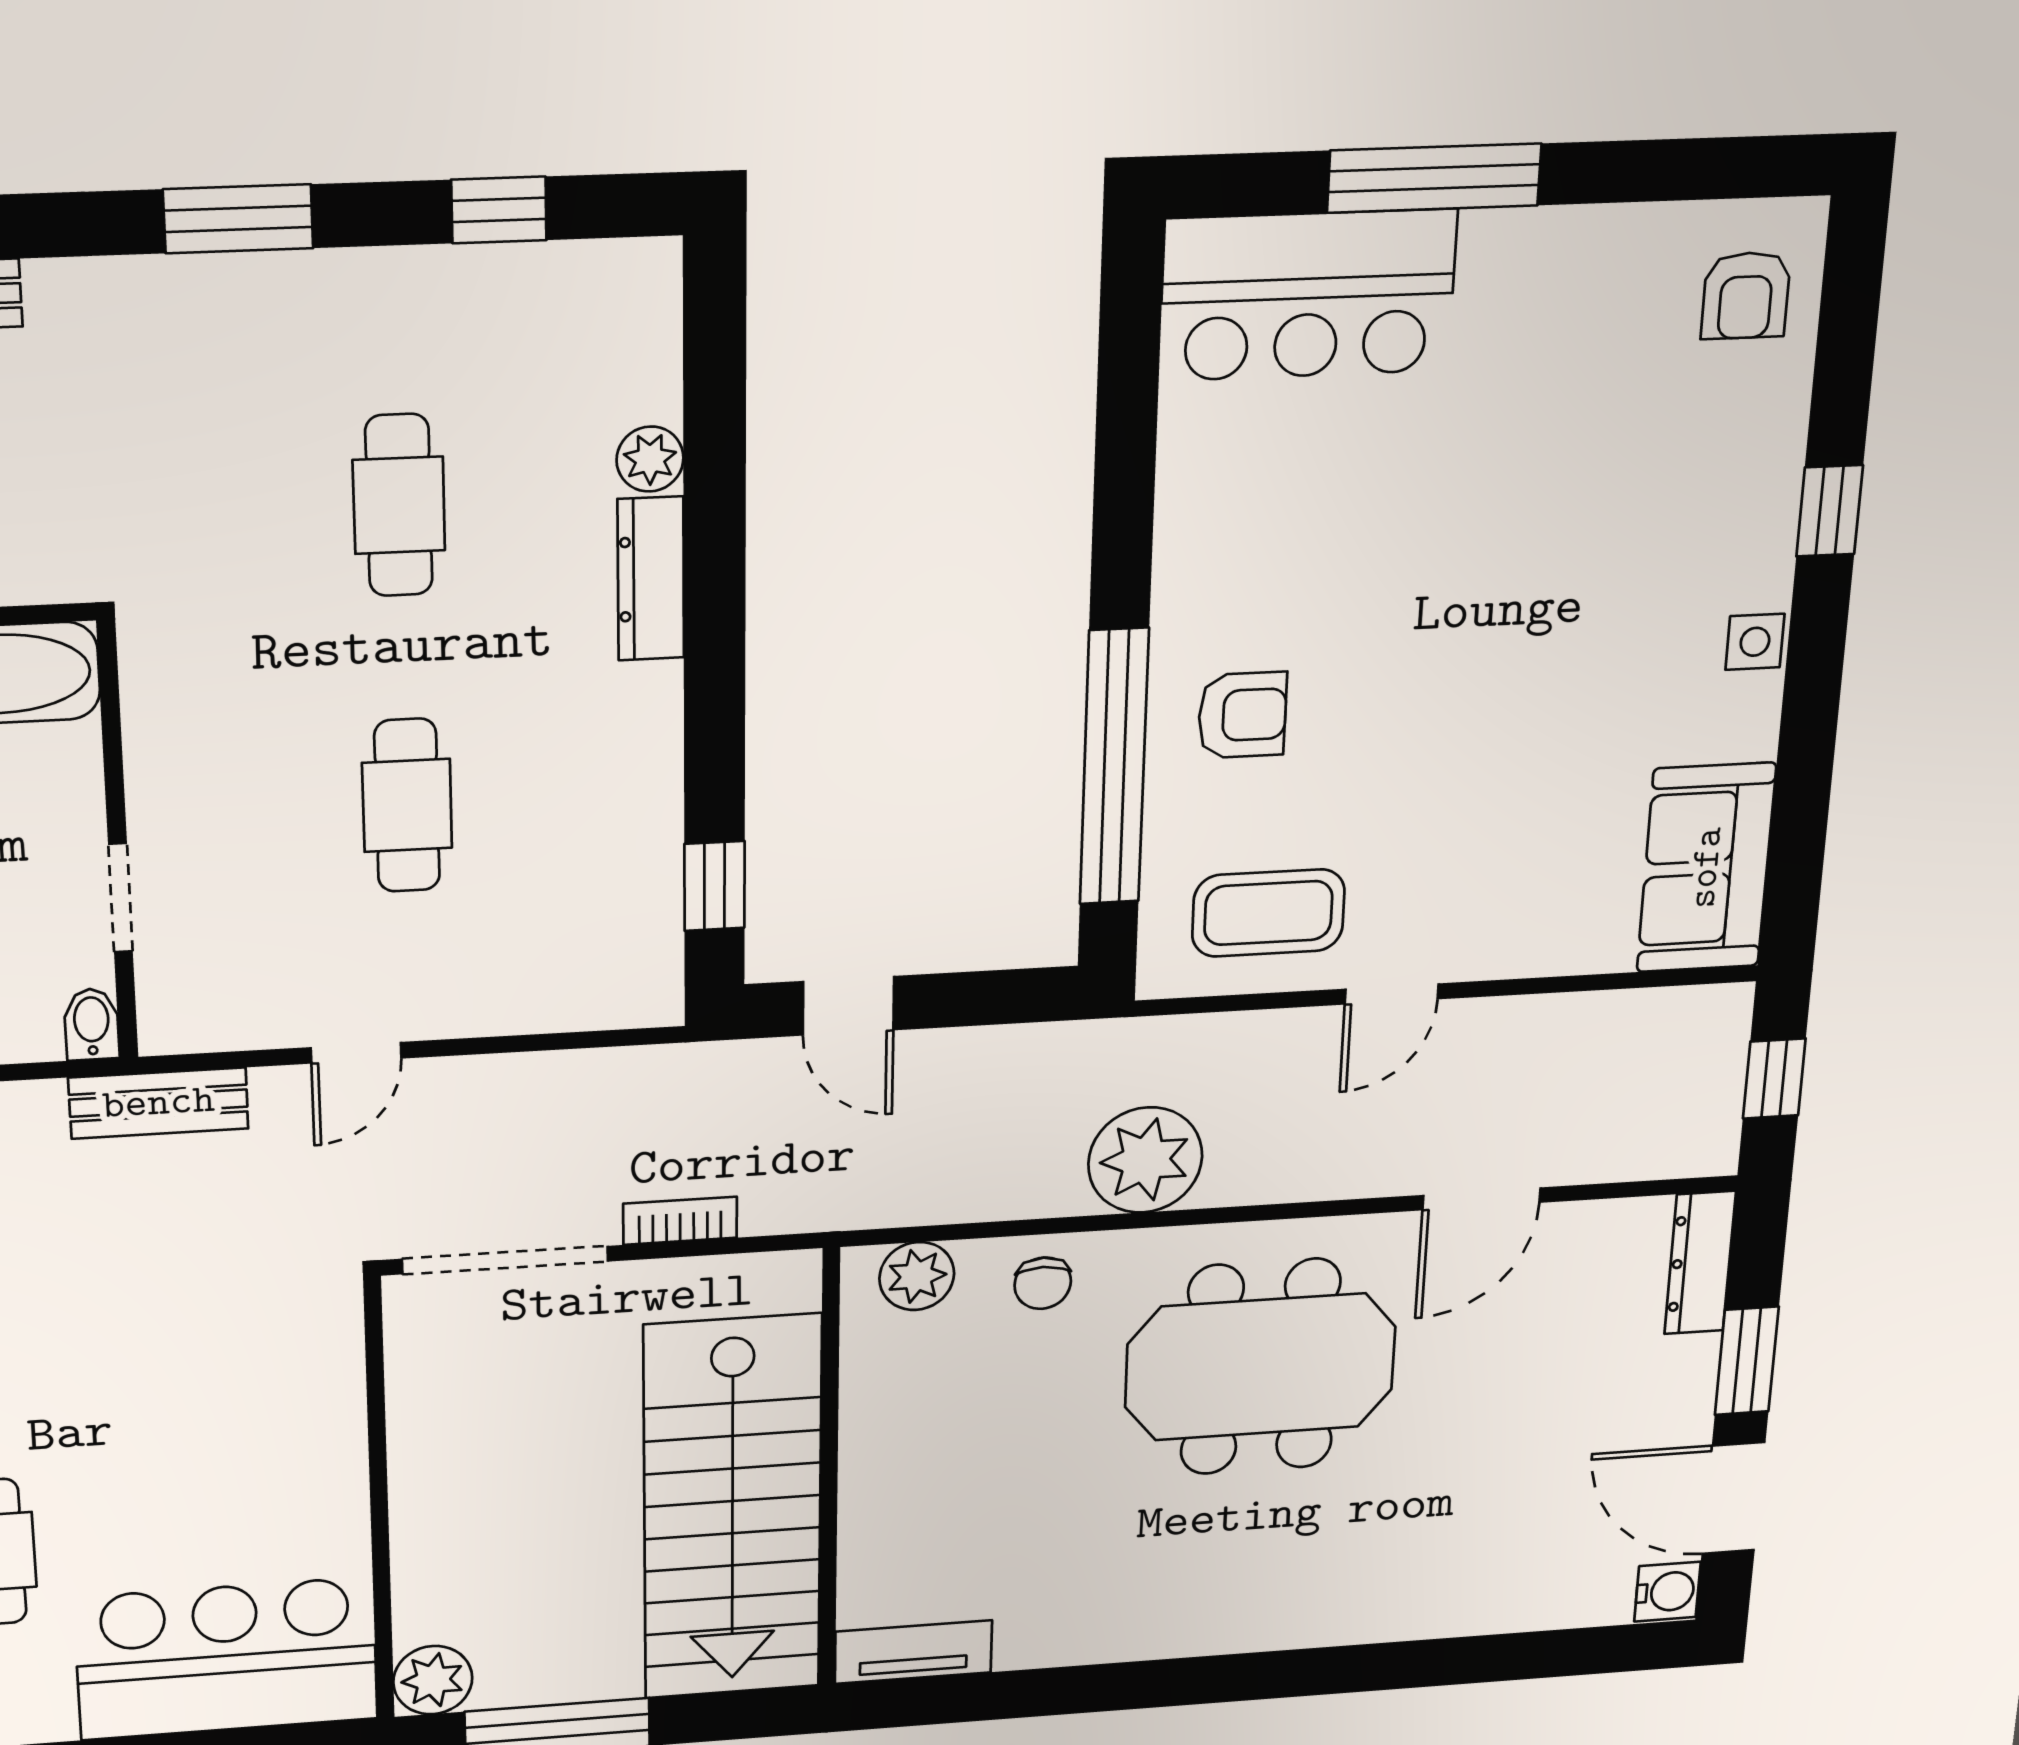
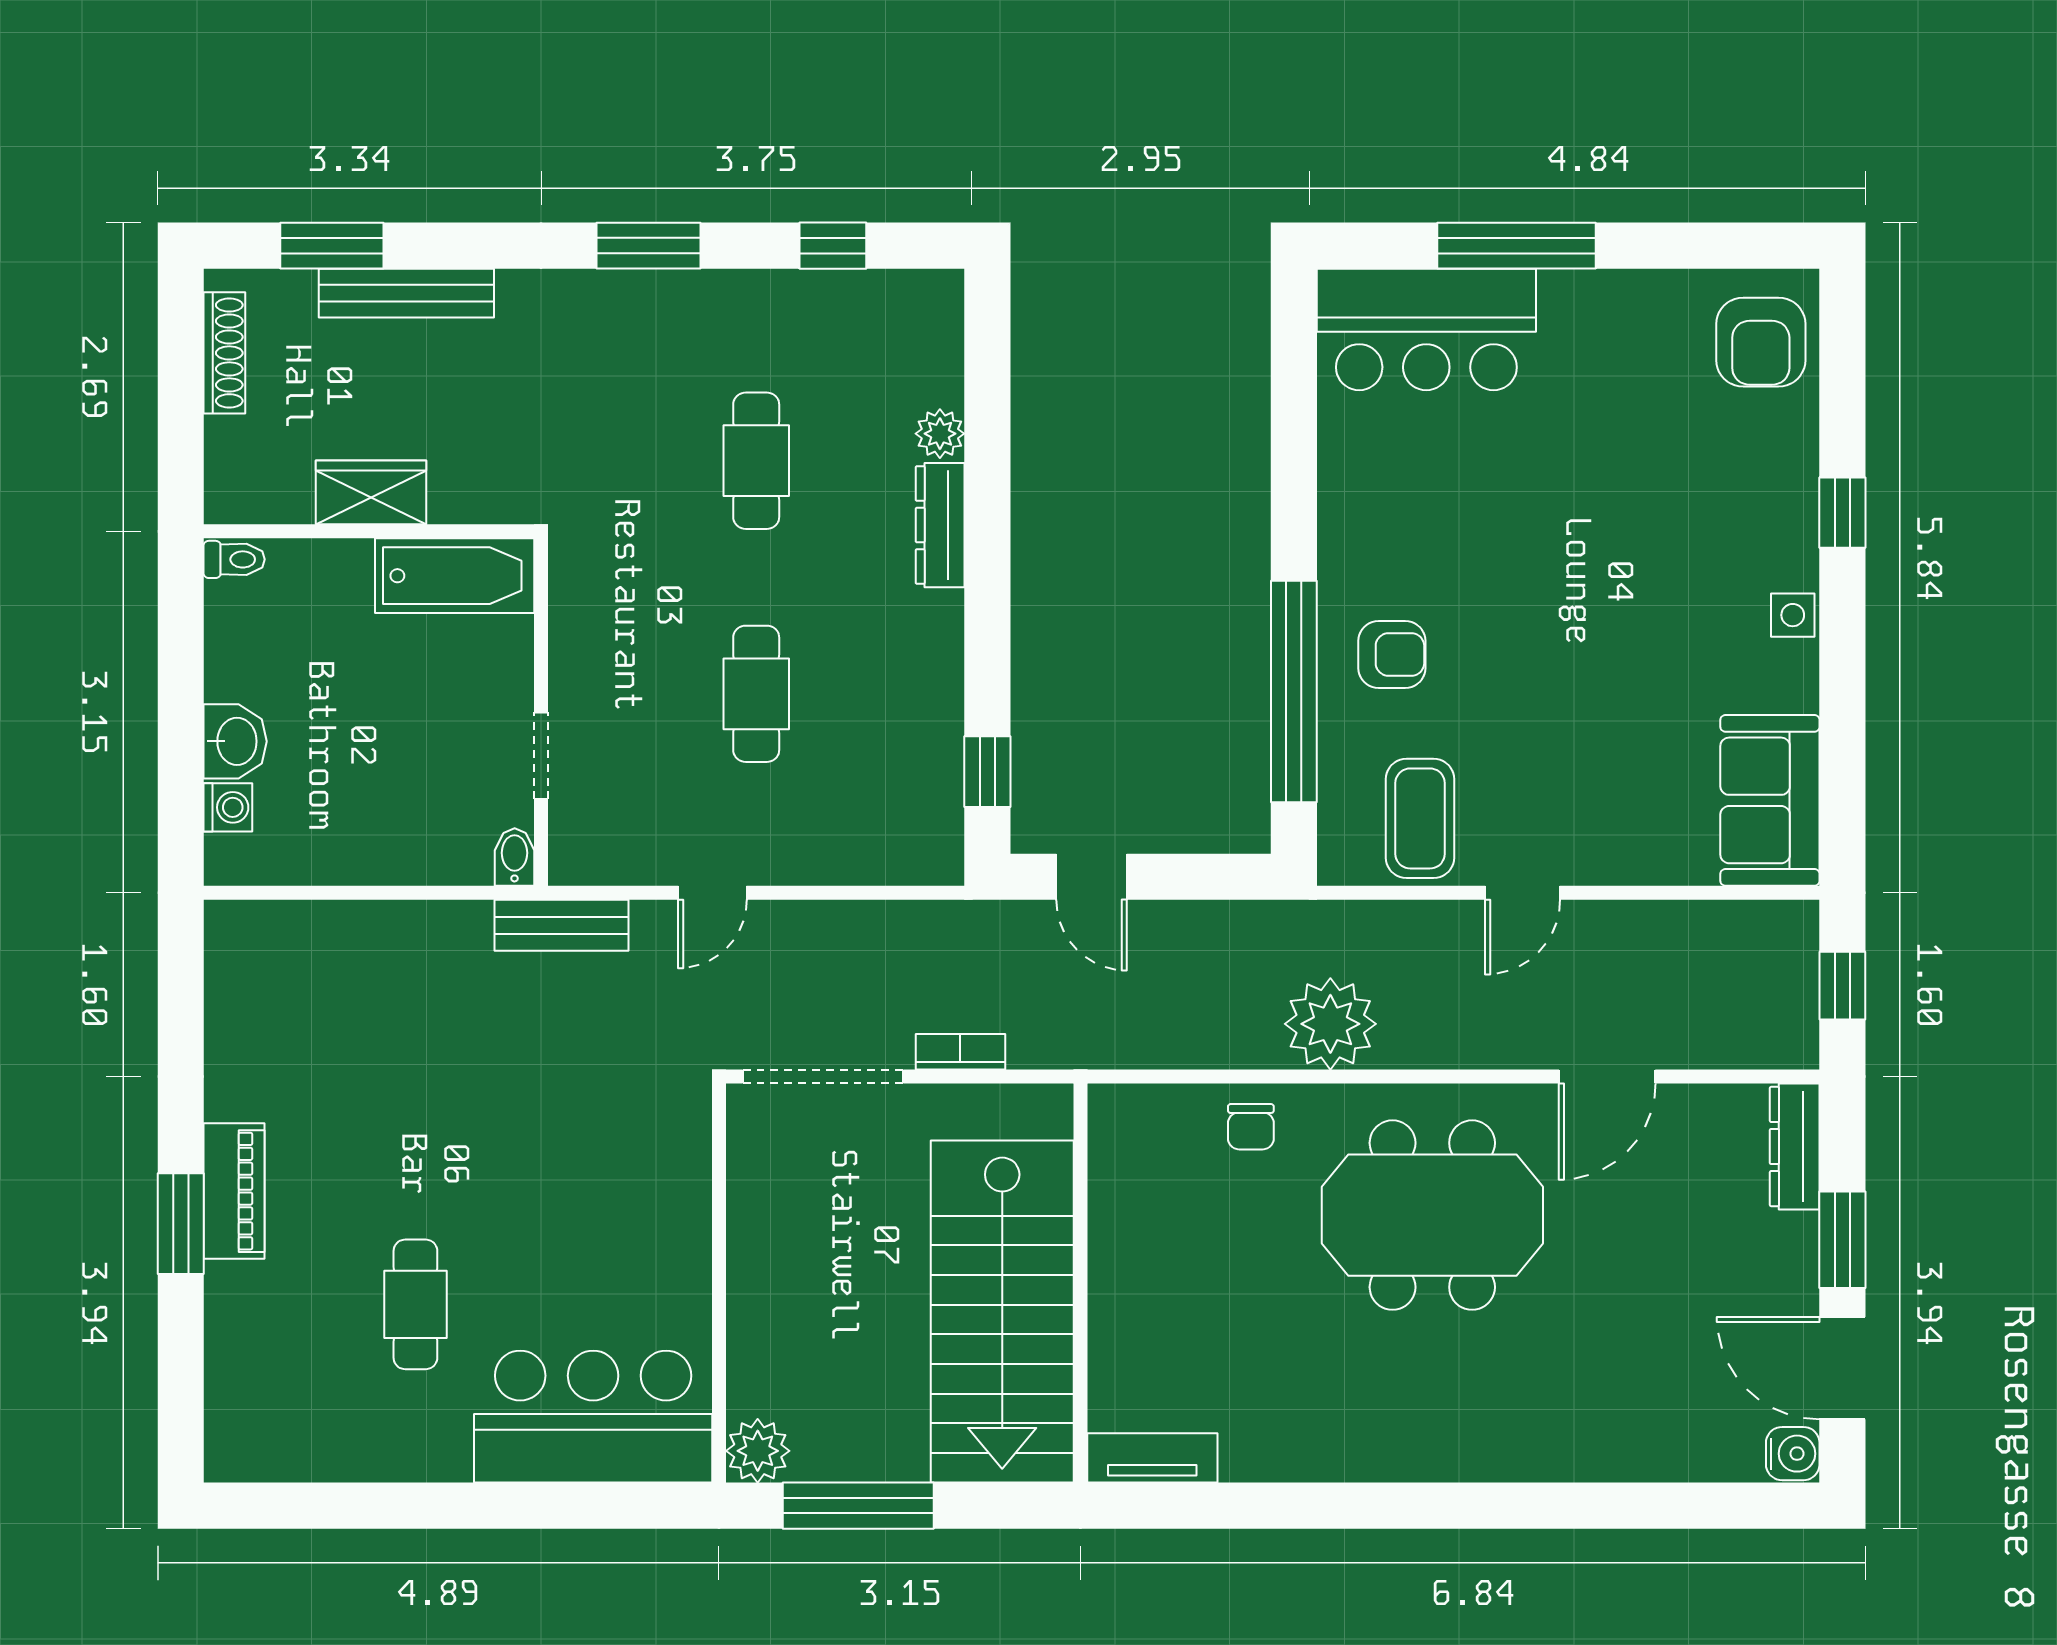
armchair: (1746, 295) -> (1761, 342), width x1.38, depth x1.38
coffee table: (1268, 913) -> (1420, 818), turned 90
plant: (917, 1276) -> (1149, 1113), removed

